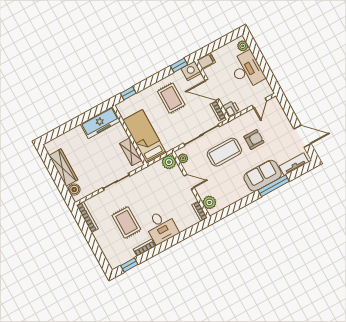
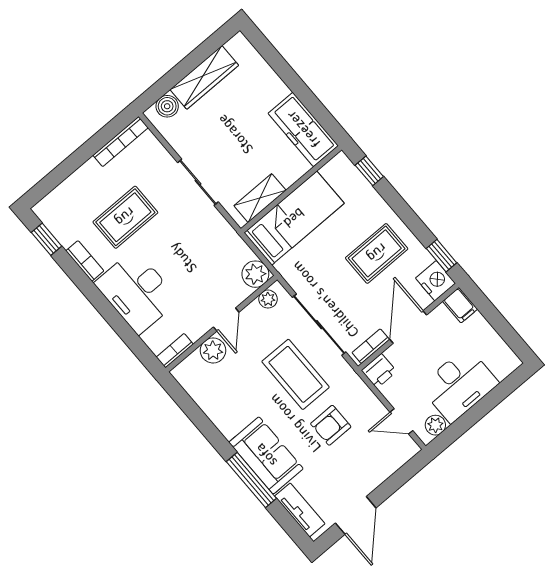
plant: (243, 46) -> (435, 425), moved
armchair: (254, 140) -> (331, 425), turned 90
plant: (209, 202) -> (213, 350), moved
desk: (161, 227) -> (137, 292), width x1.37

